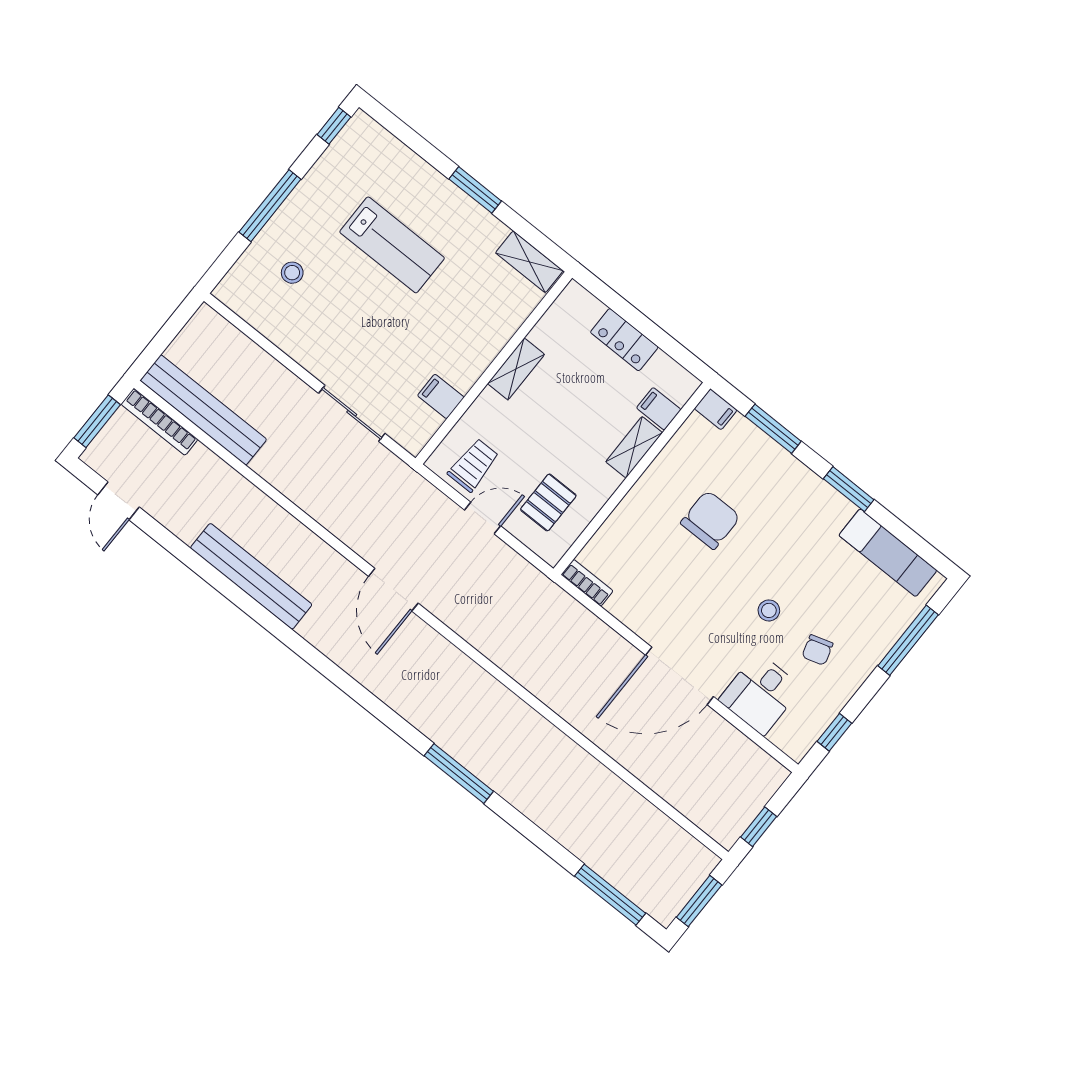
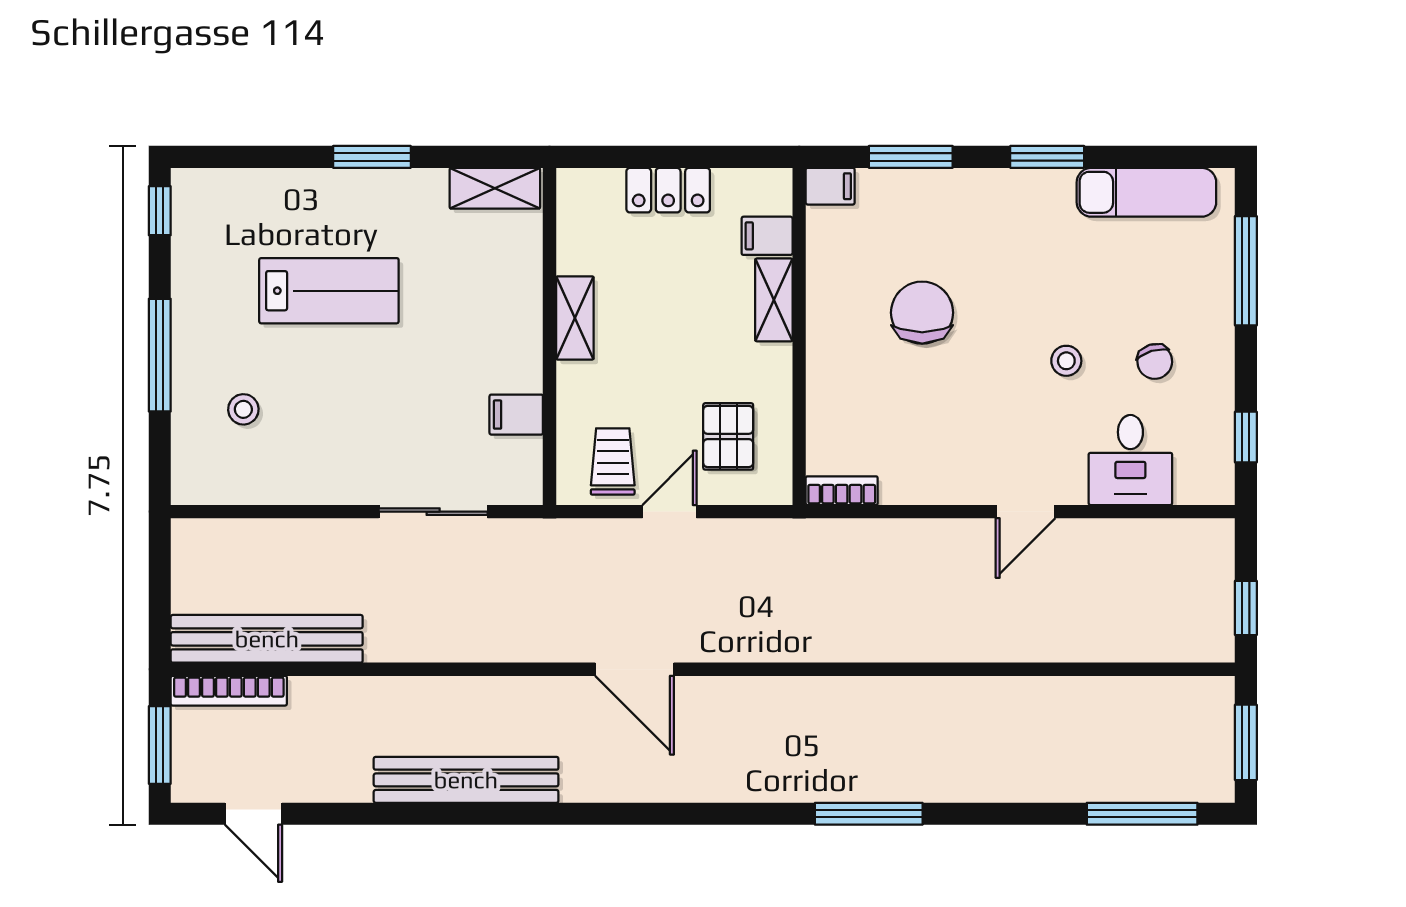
door: (680, 676) -> (1026, 512), width x0.53

